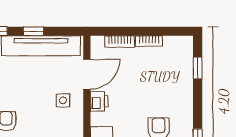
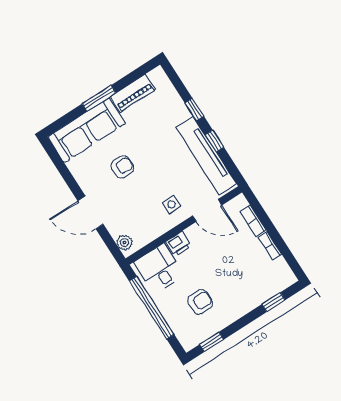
printer: (99, 101) -> (178, 244), moved

